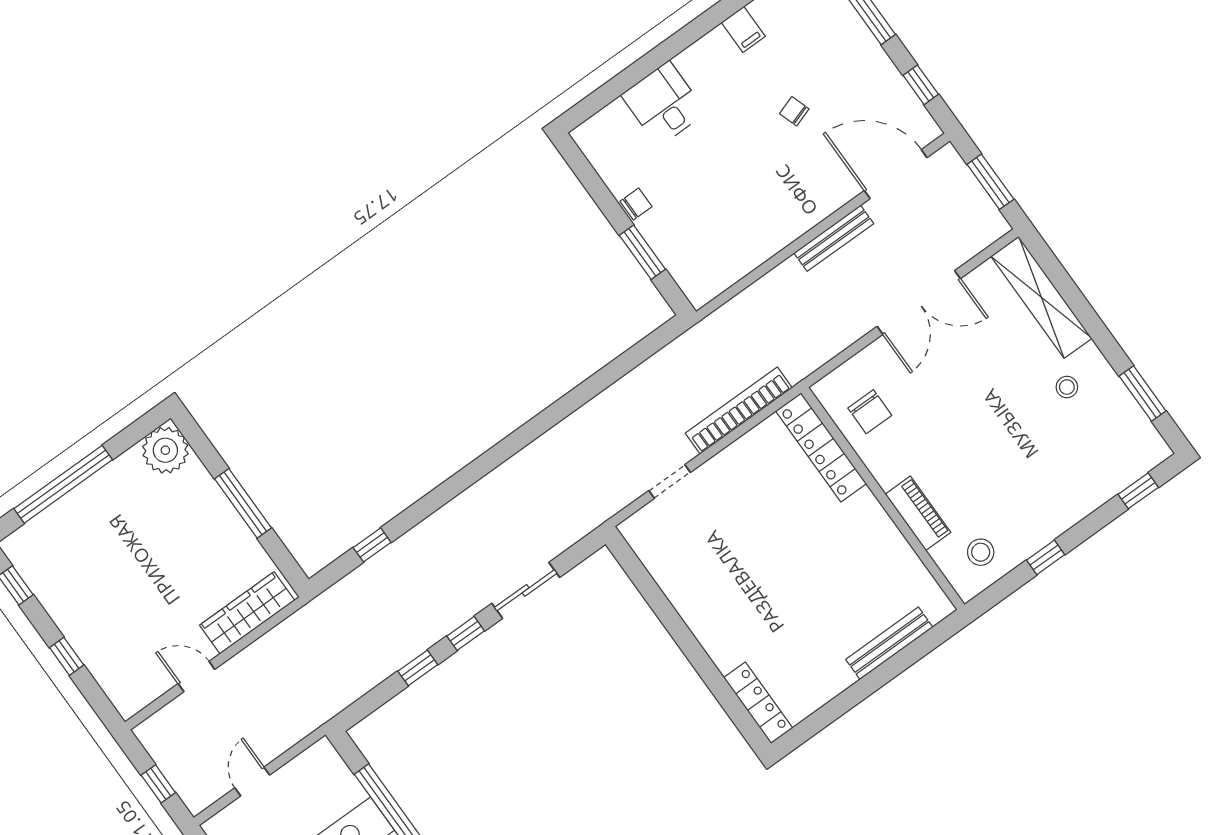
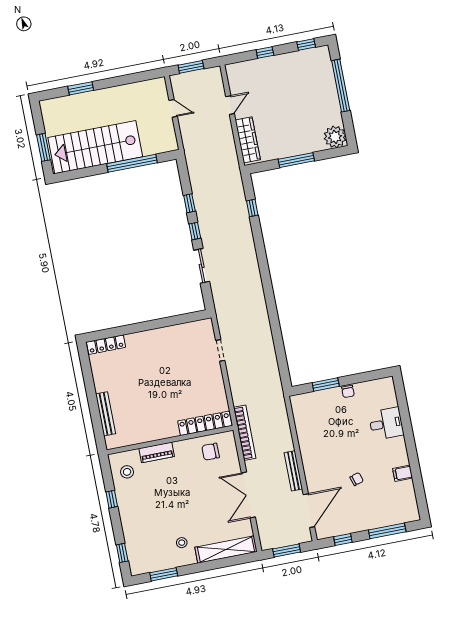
bookcase: (739, 411) -> (245, 433), moved
window: (158, 784) -> (191, 67), width x1.50

